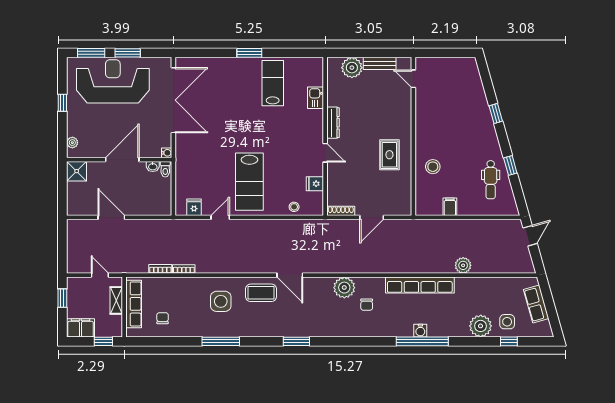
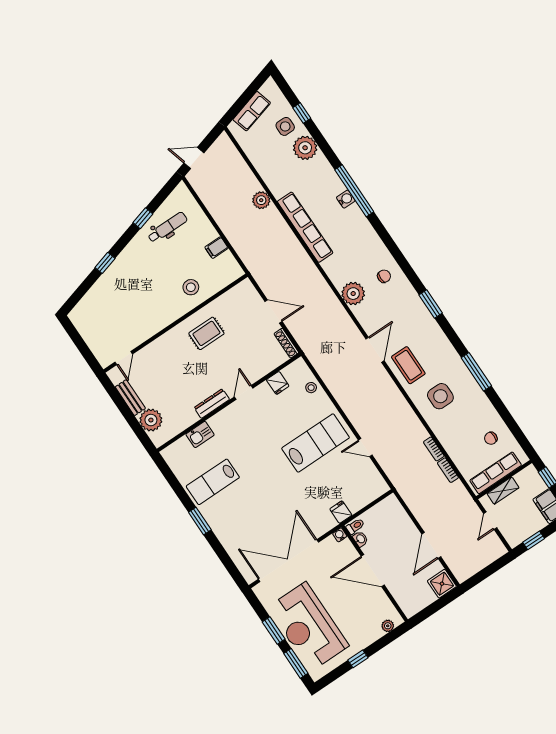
shower: (77, 171) -> (442, 584), moved
fridge: (194, 207) -> (341, 512), moved, turned 90
chair: (367, 305) -> (384, 276), moved

